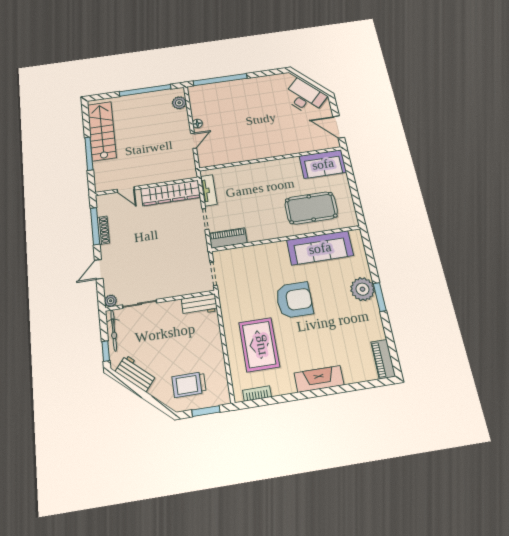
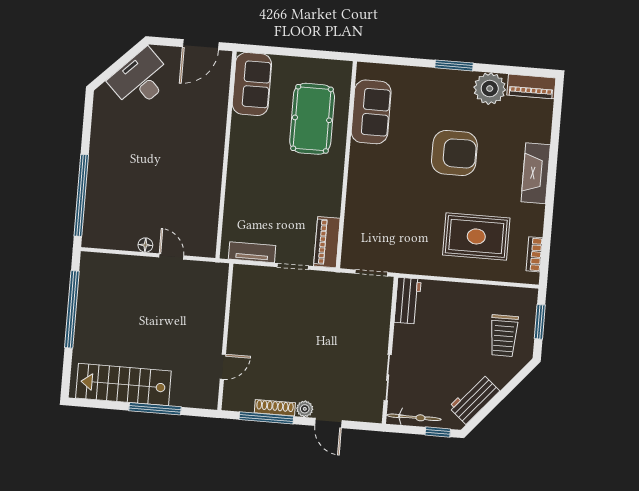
plant: (179, 103) -> (105, 264), removed
wardrobe: (171, 193) -> (243, 306), removed
sofa: (320, 248) -> (371, 112), width x0.73
plant: (363, 289) -> (490, 89), moved
armchair: (294, 300) -> (454, 153), moved, turned 90
plant: (111, 301) -> (305, 409), moved

